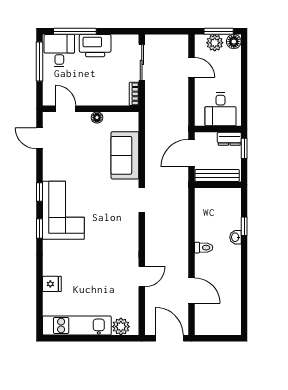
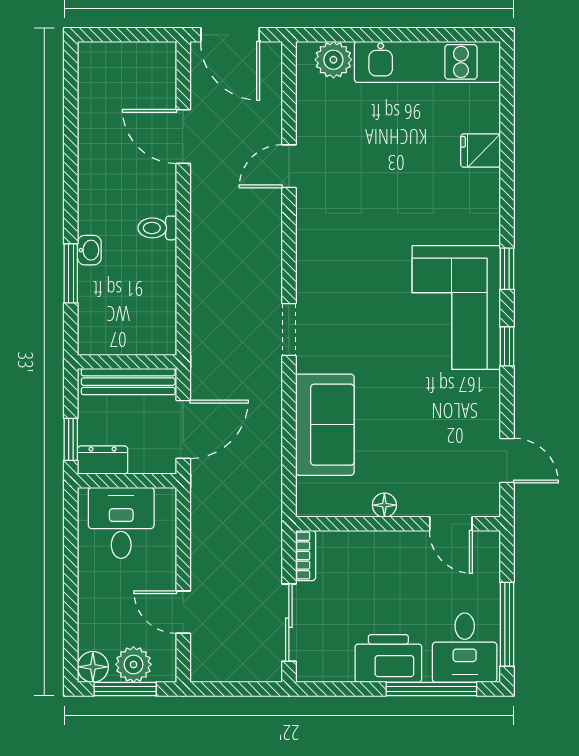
window: (244, 226) -> (71, 273), width x1.50

